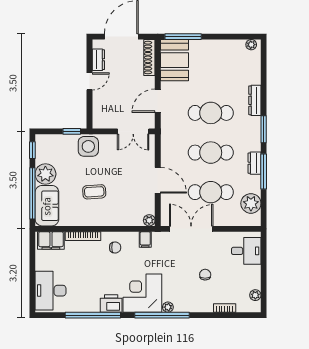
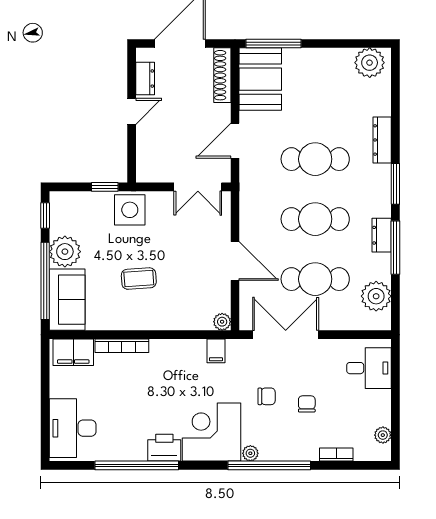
plant: (251, 45) -> (370, 63), width x1.88, depth x1.88
chair: (115, 247) -> (267, 396), moved
window: (162, 315) -> (269, 465), moved

